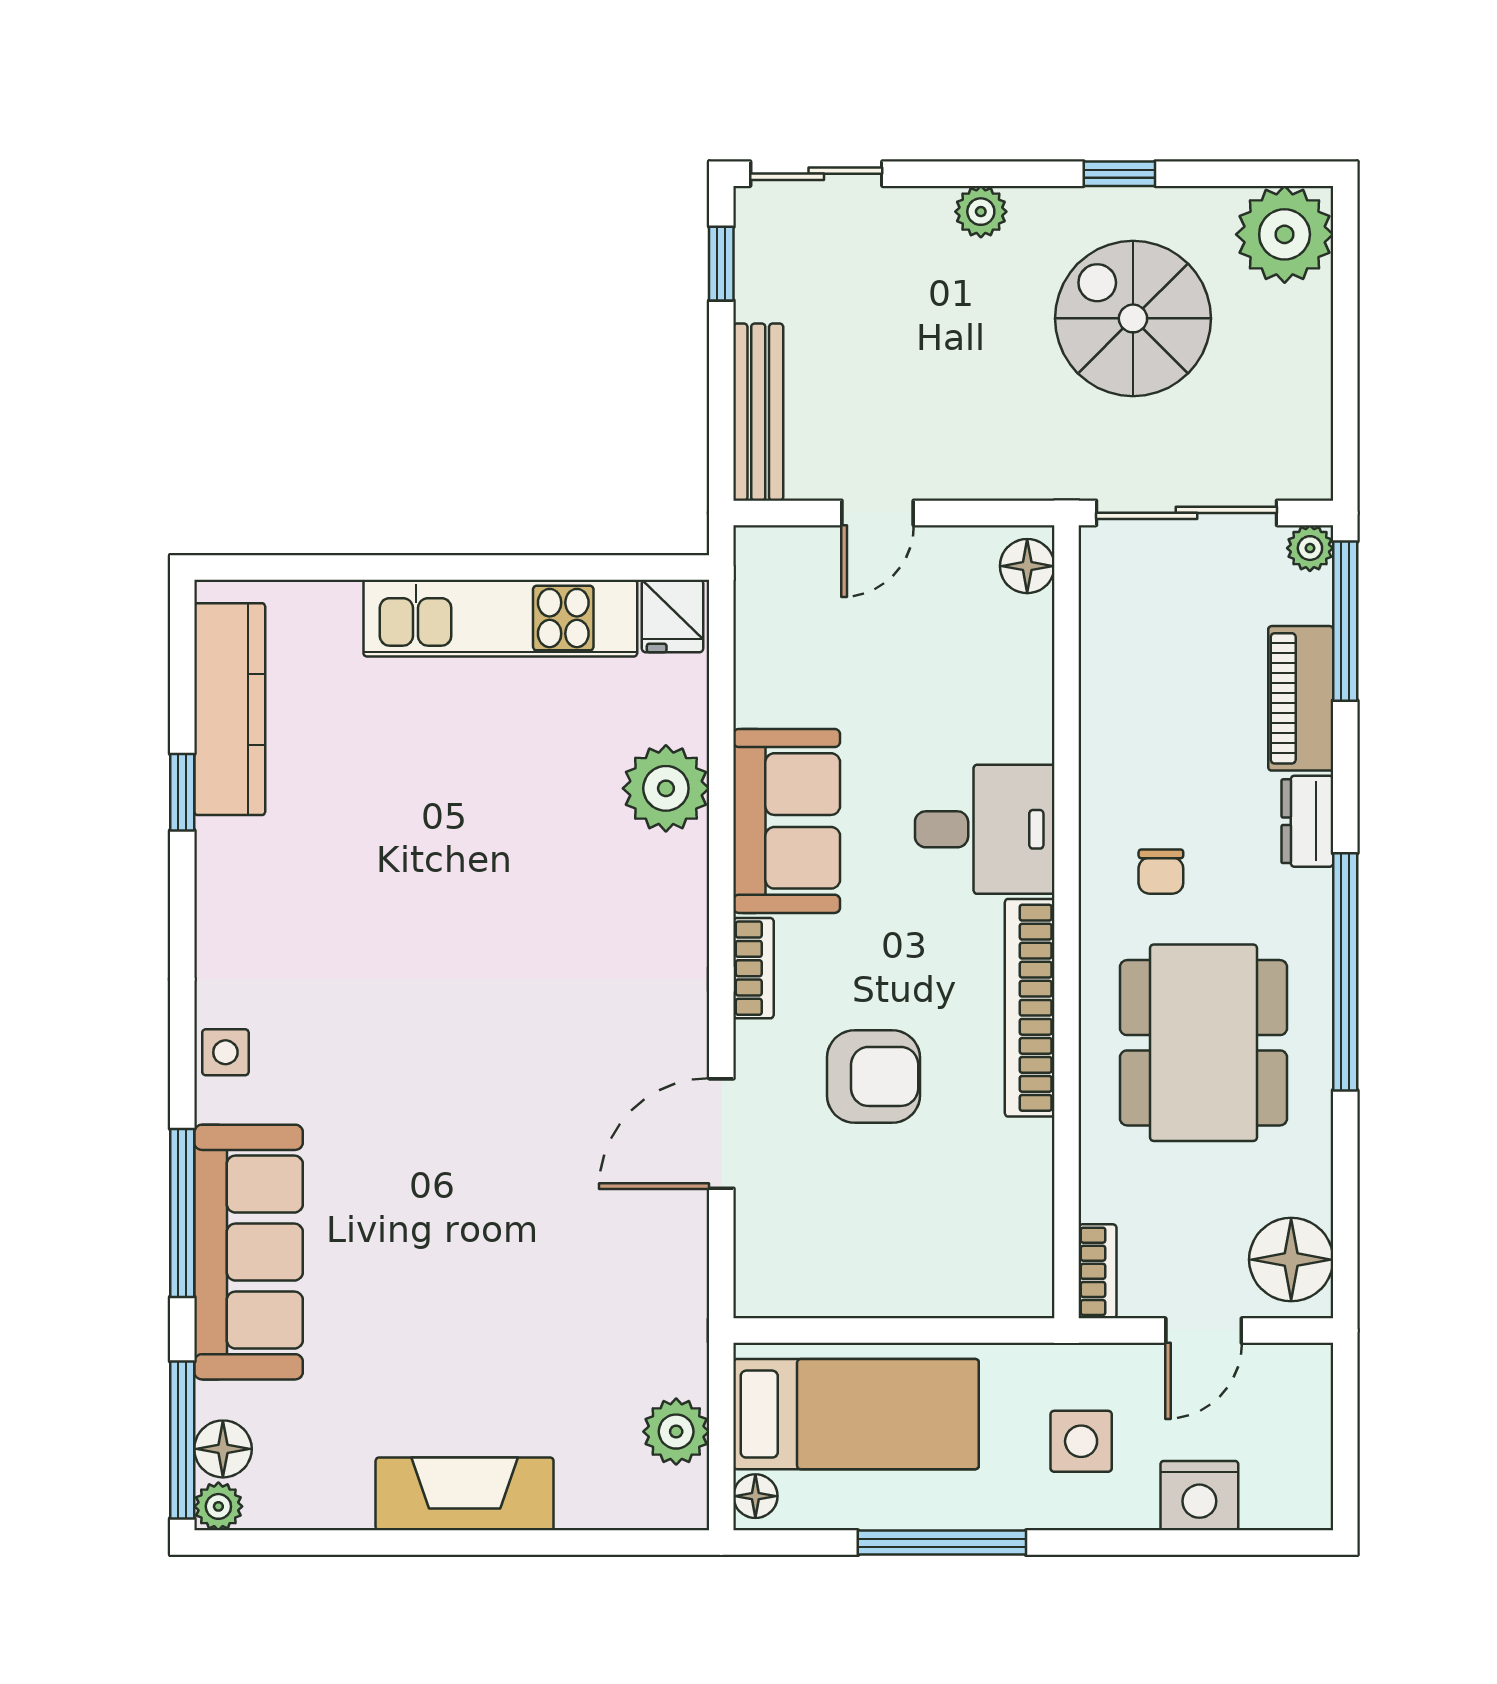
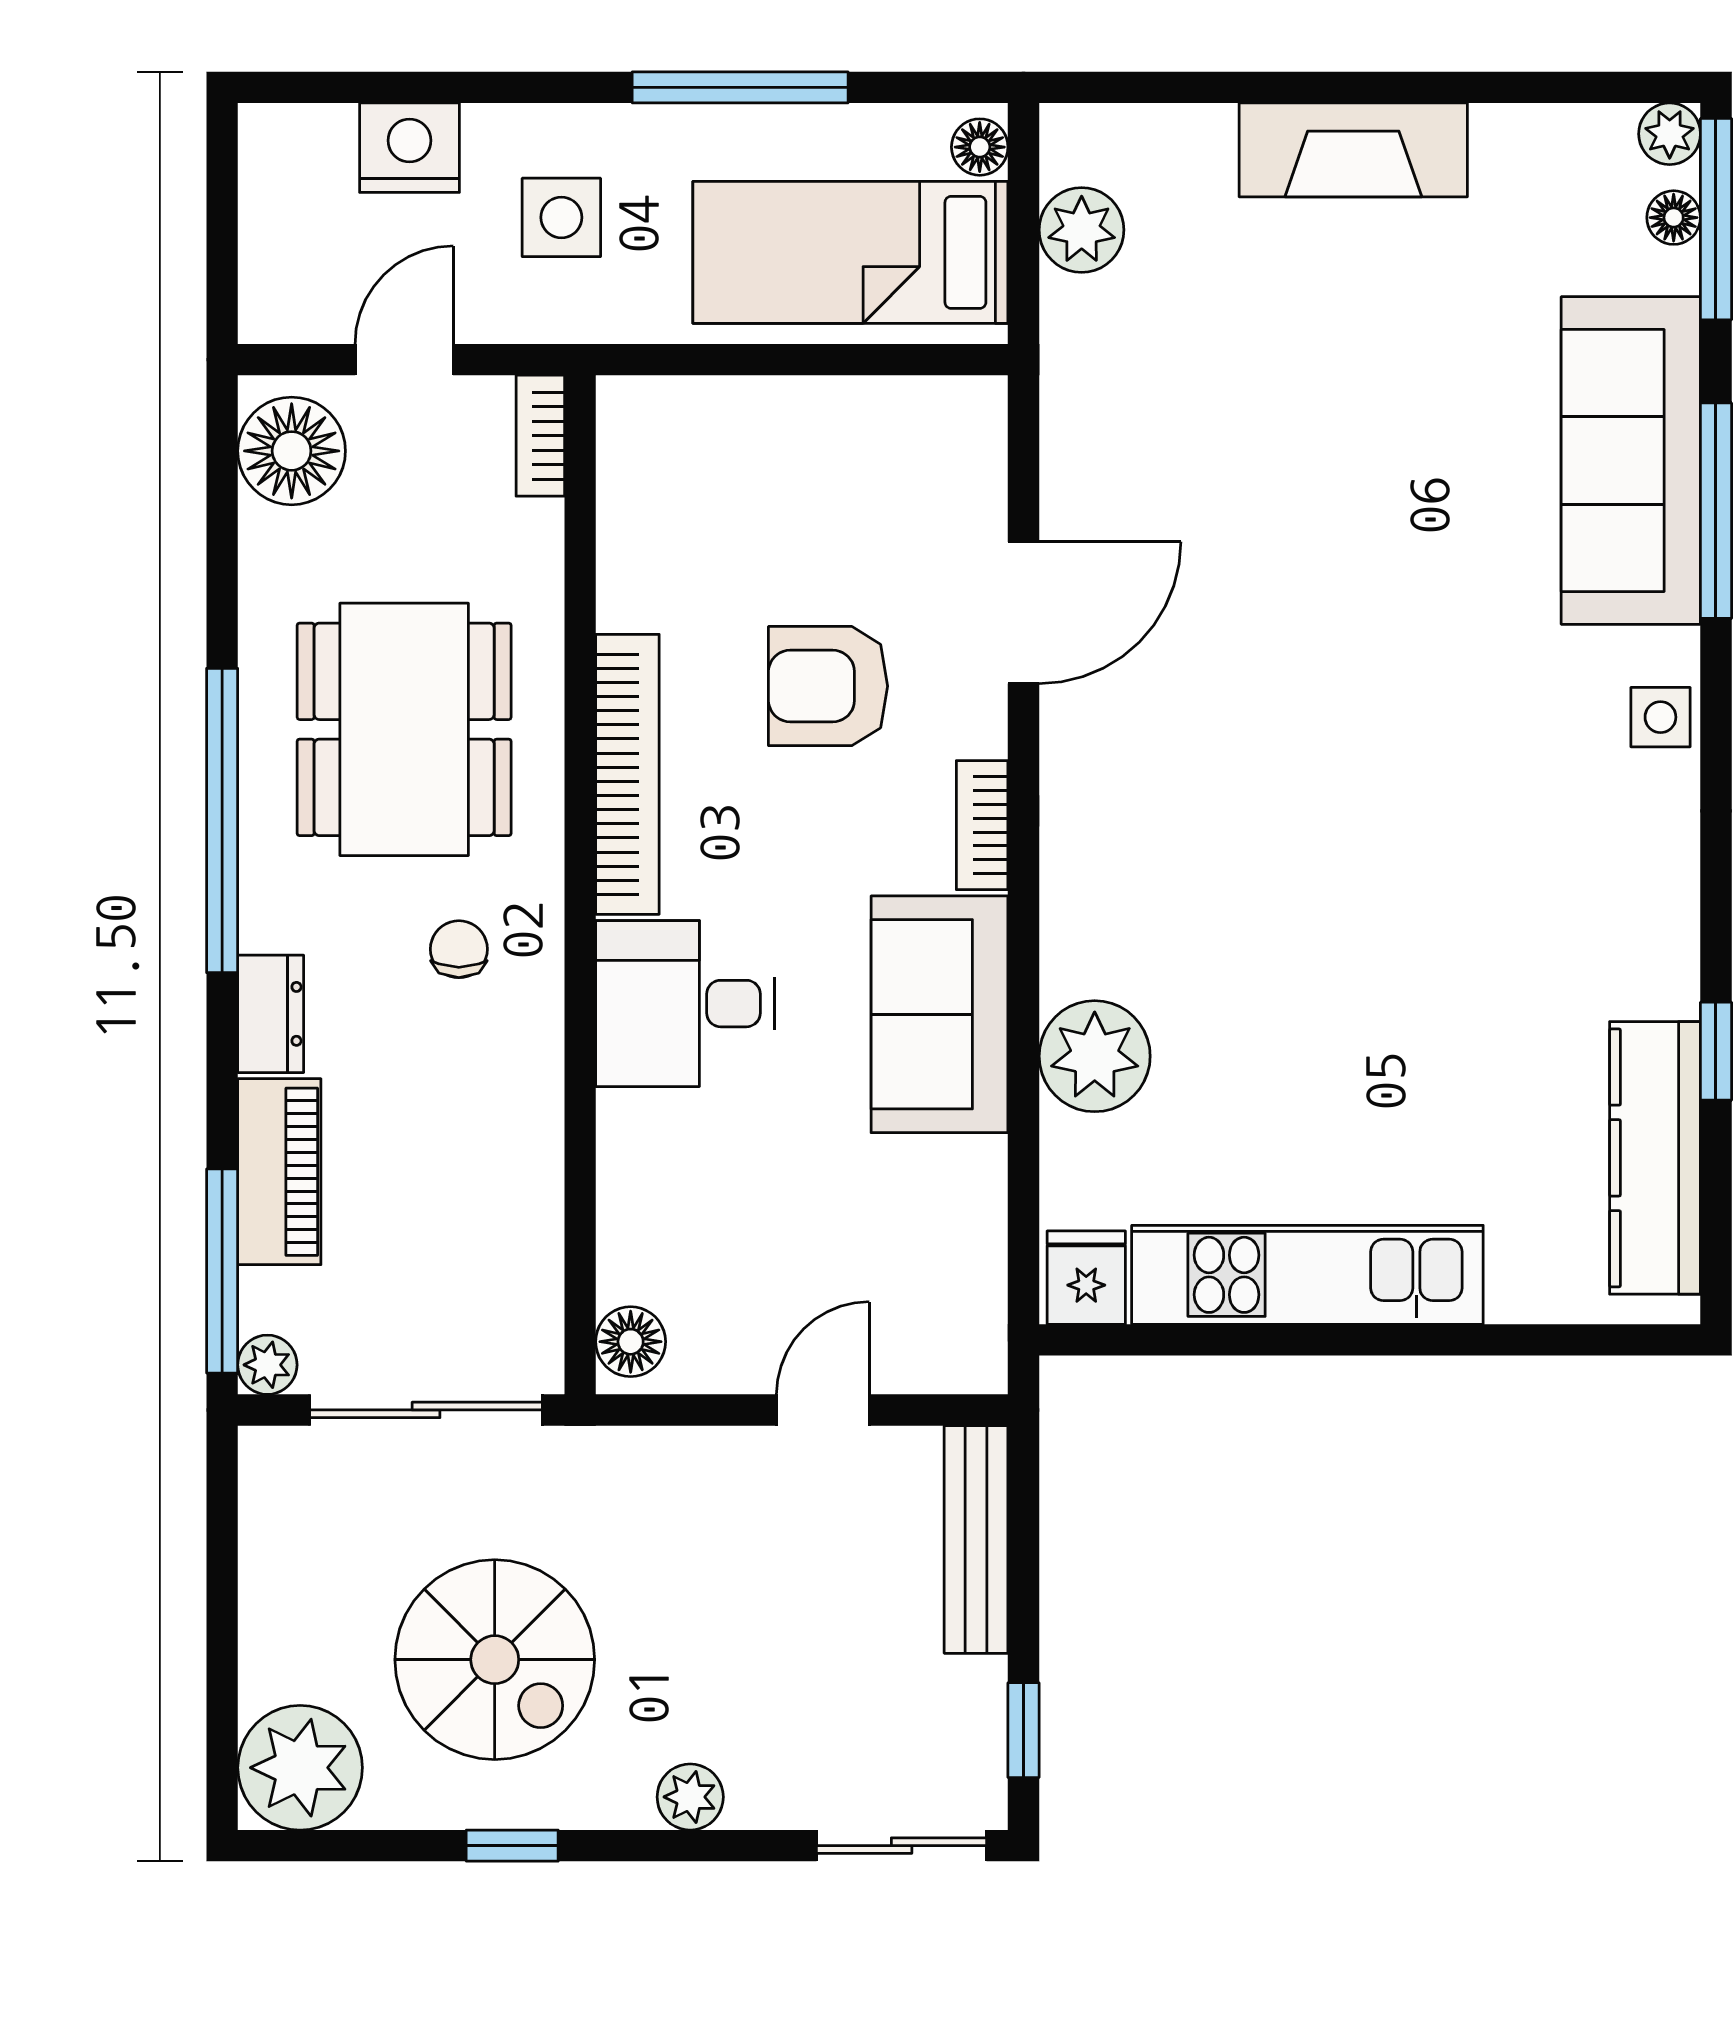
floor lamp: (223, 1449) -> (1674, 218), width x0.73, depth x0.73

